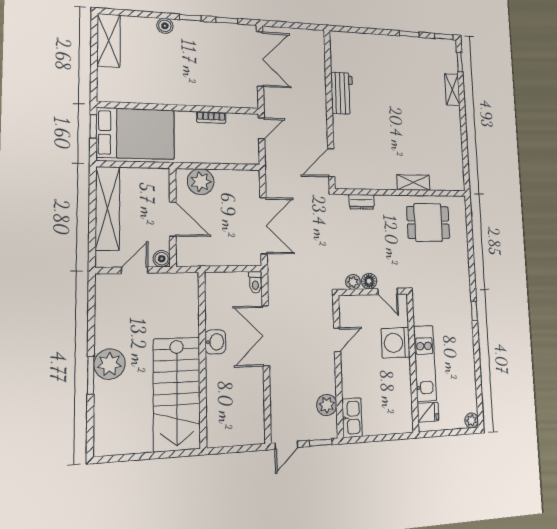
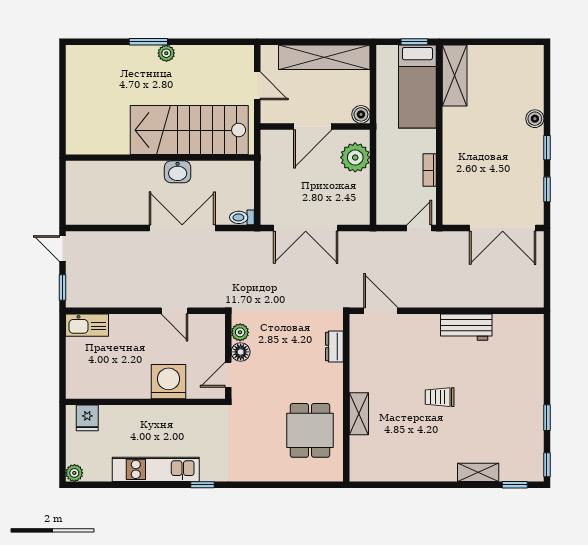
shelving: (109, 40) -> (455, 75), moved, turned 90
trolley: (398, 117) -> (440, 397), added
door: (261, 128) -> (419, 228), swing flipped
bed: (136, 133) -> (417, 86), width x0.67
boiler: (162, 259) -> (361, 114), moved
kitchen unit: (425, 363) -> (156, 469), moved, turned 180
plant: (110, 364) -> (166, 53), width x0.53, depth x0.53
stairs: (177, 394) -> (189, 130), moved
plant: (327, 405) -> (103, 296), removed

